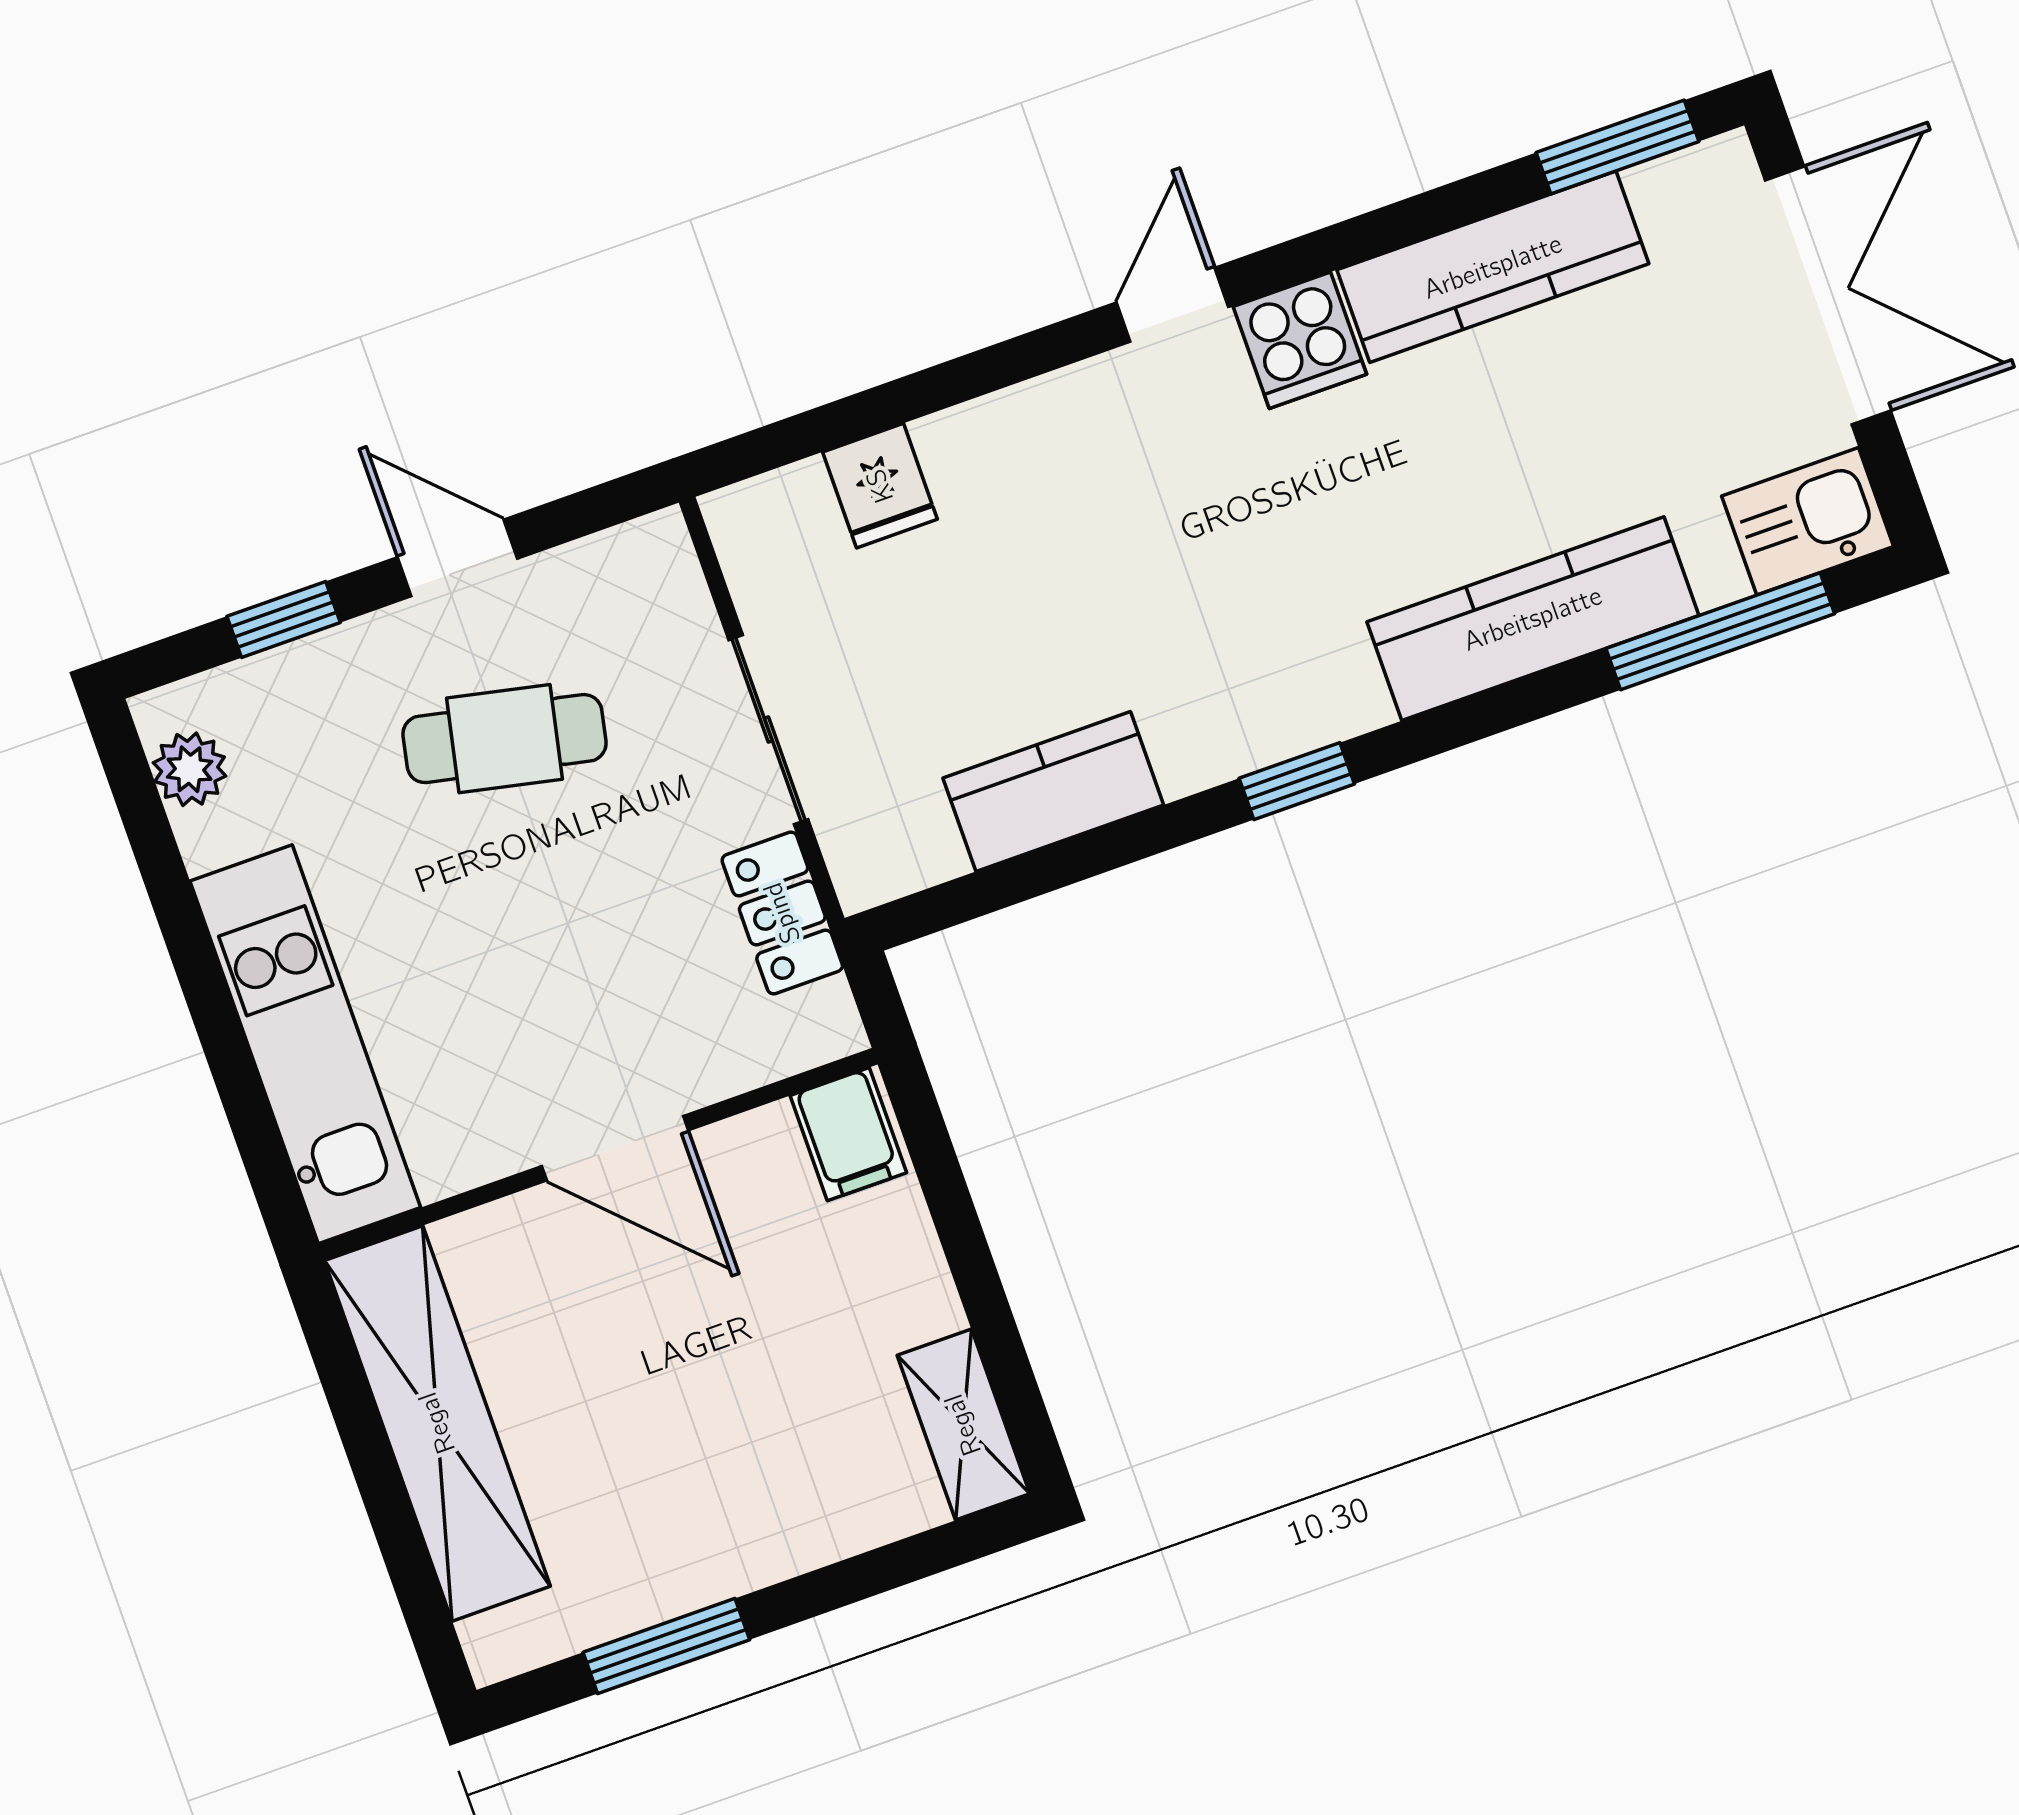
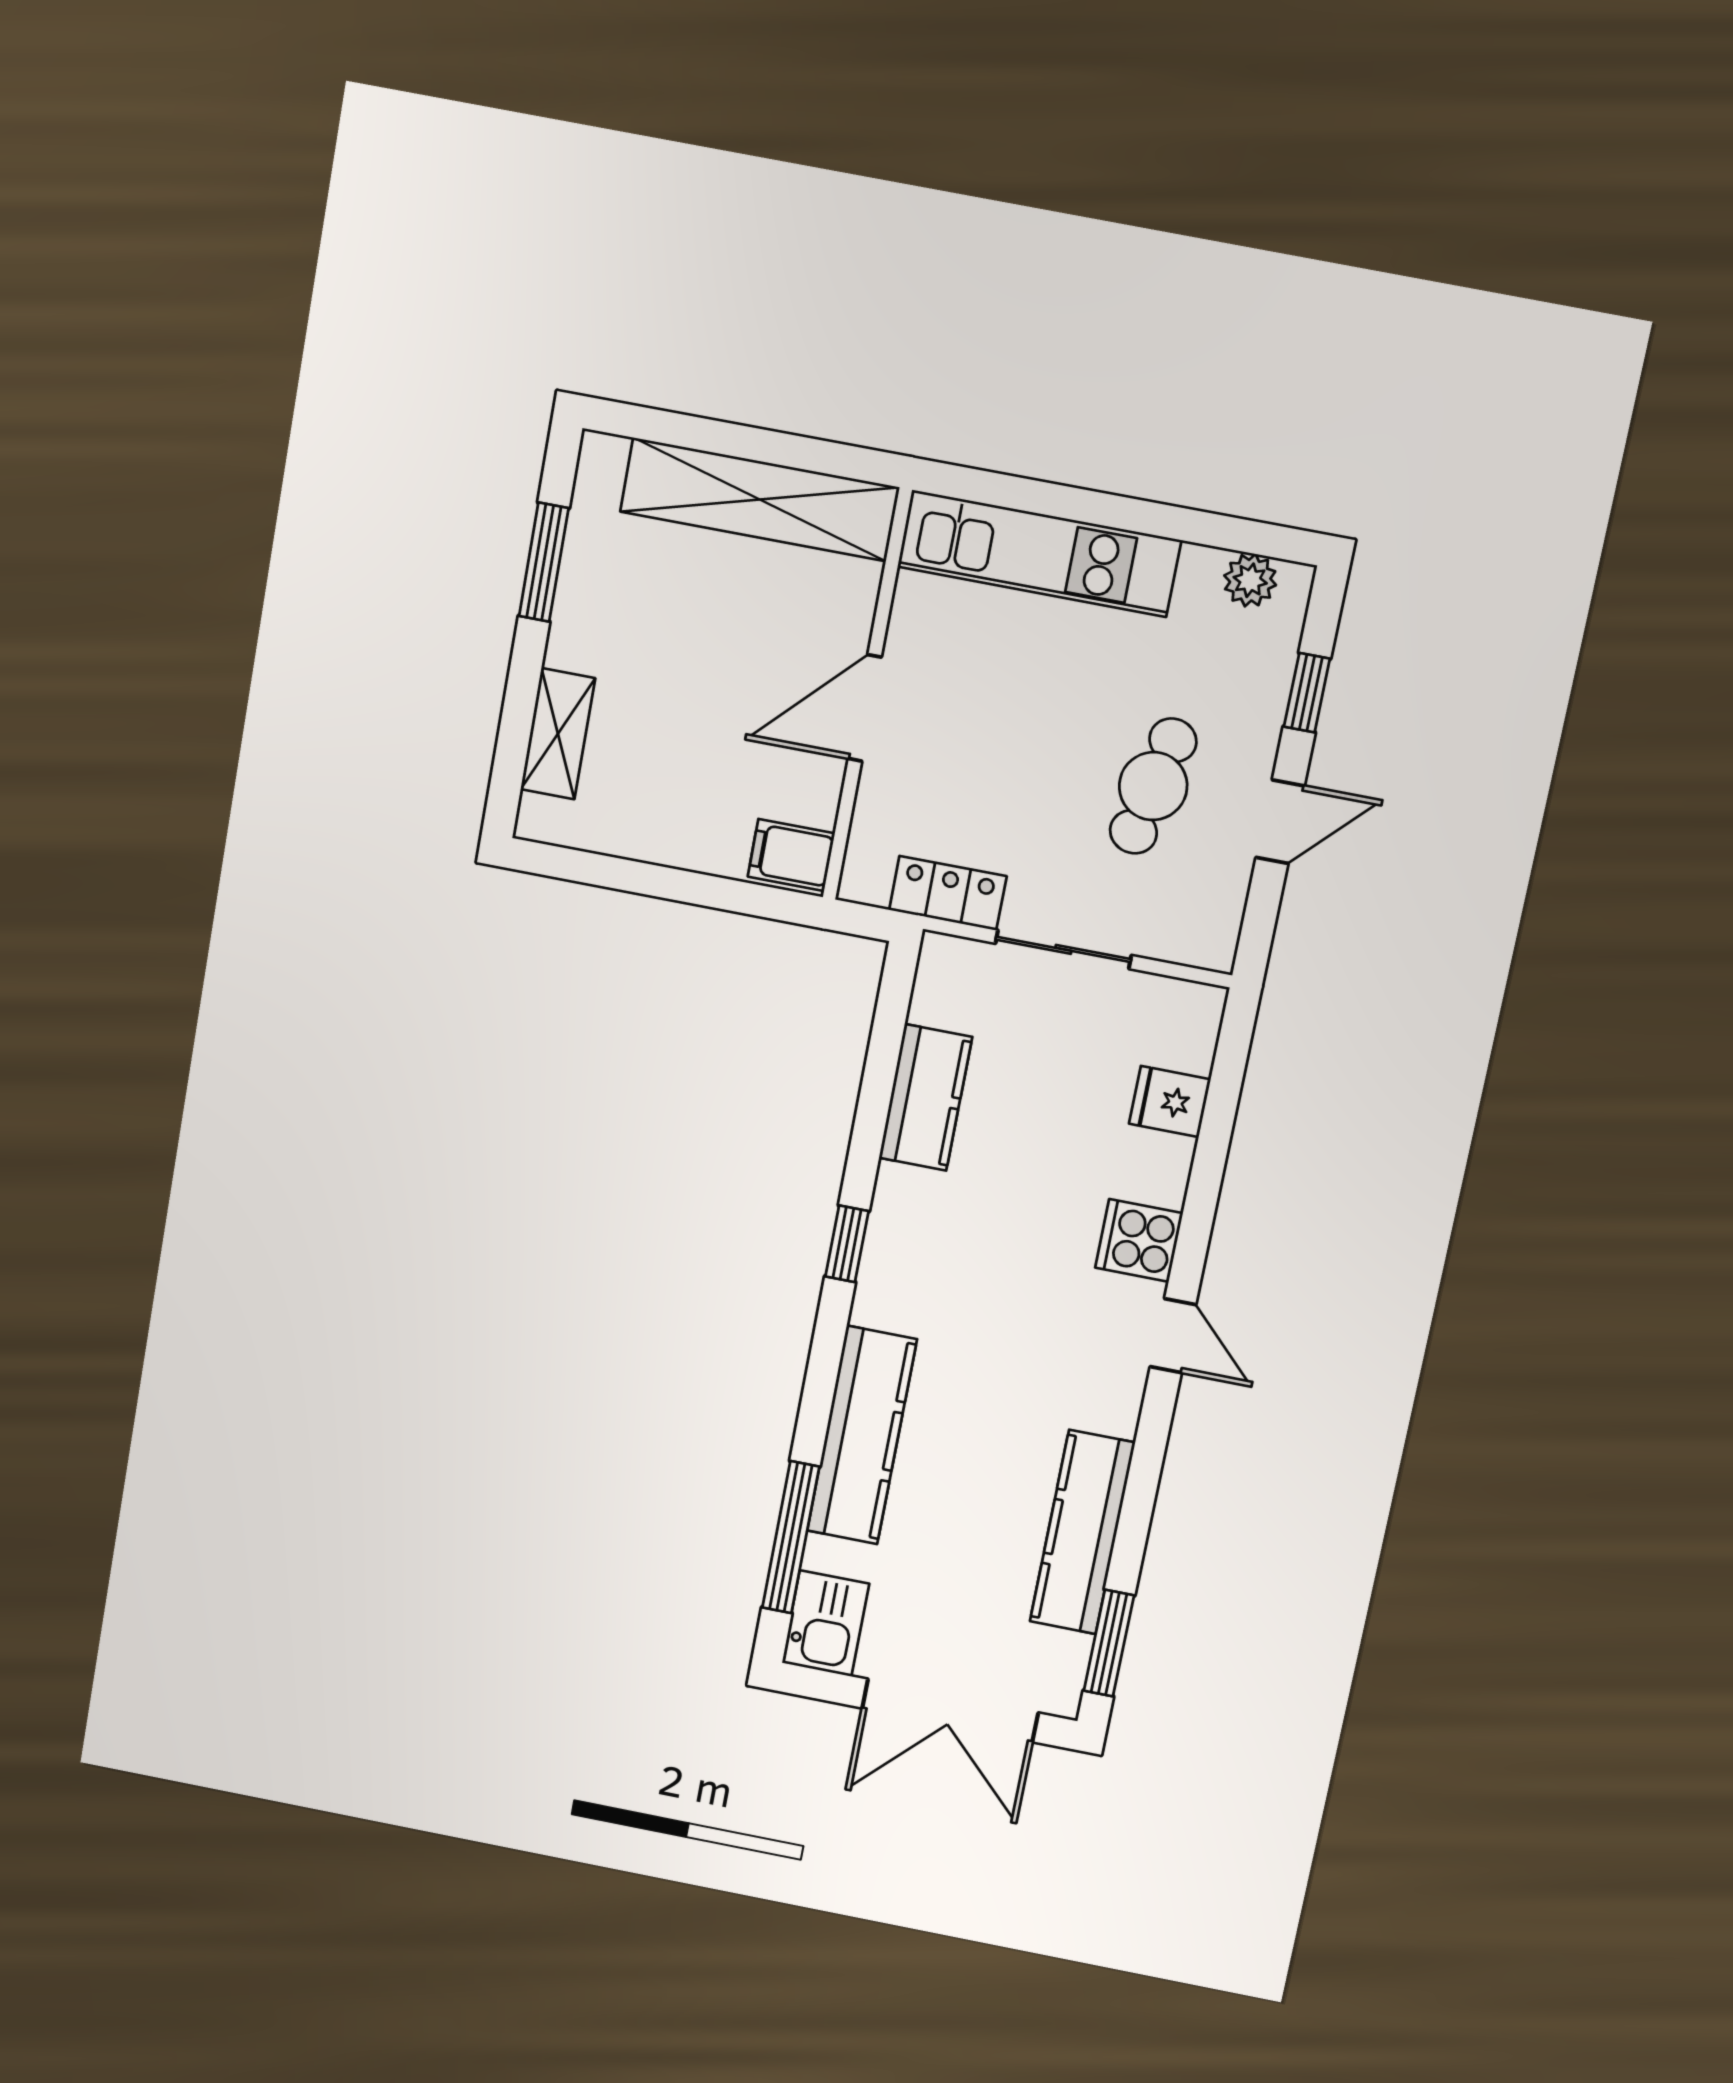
cooker: (1300, 340) -> (1139, 1240), moved
shelving: (963, 1425) -> (558, 734), moved, turned 90

